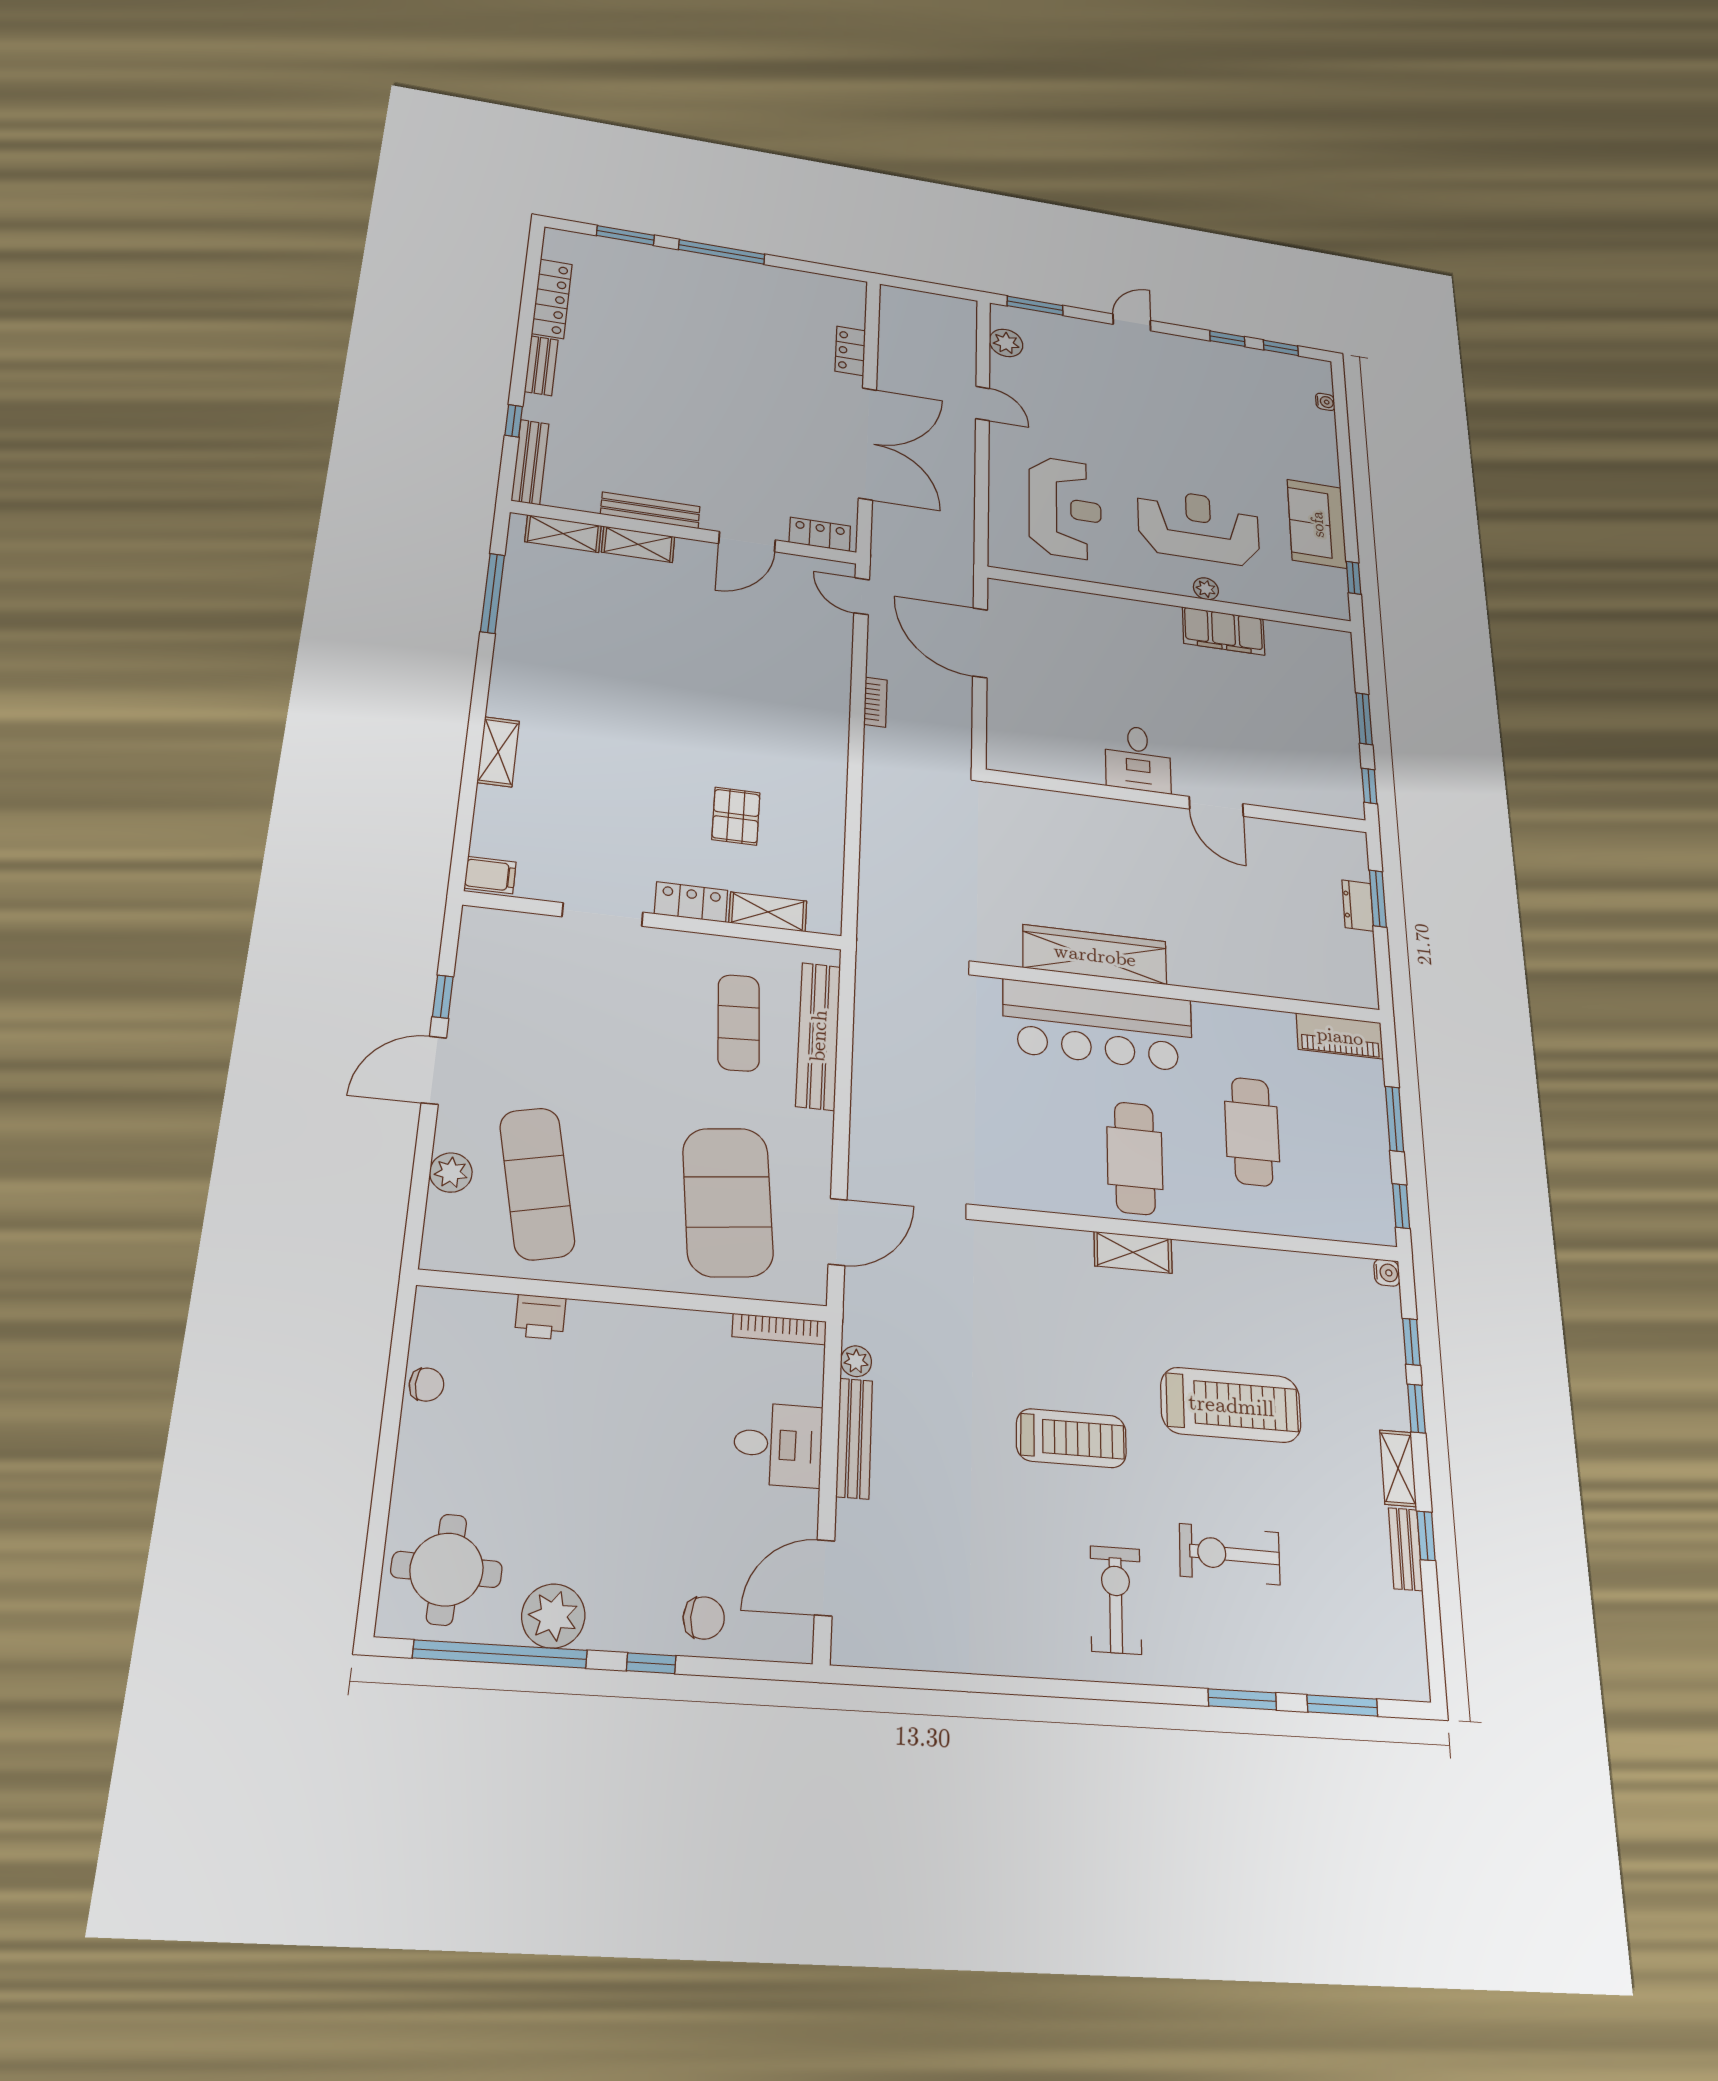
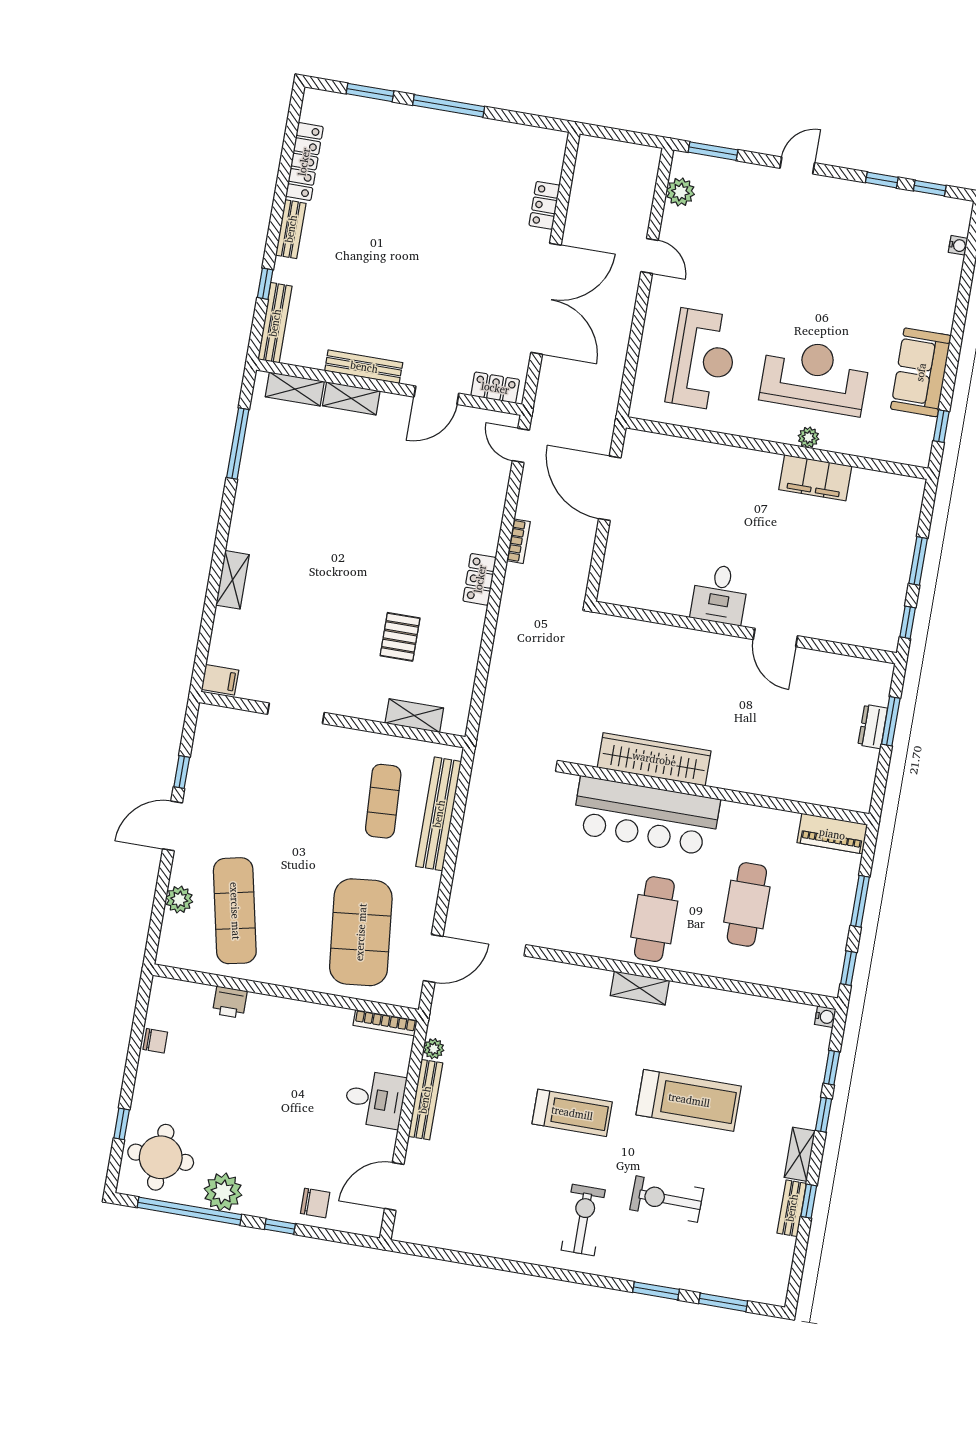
locker: (691, 902) -> (480, 579), moved, turned -90
window: (378, 1521) -> (122, 1124), added

